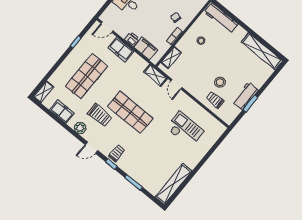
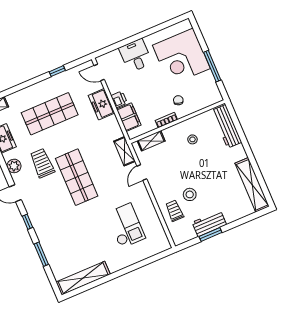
trolley: (100, 115) -> (42, 163), turned 180
trolley: (117, 153) -> (39, 213), removed

